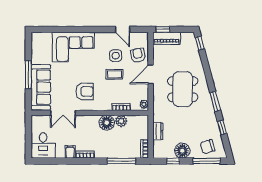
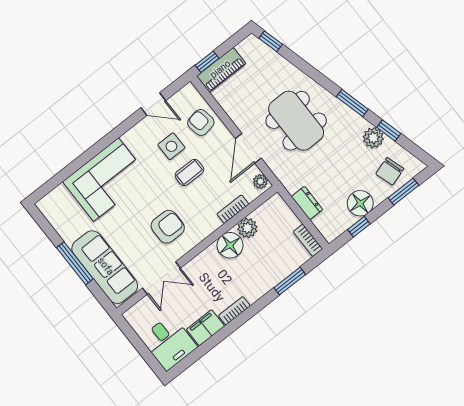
door: (151, 74) -> (248, 148), moved
plant: (212, 125) -> (373, 138), added
filing cabinet: (70, 152) -> (205, 328), width x2.00
window: (121, 161) -> (290, 281), width x0.69
window: (207, 161) -> (403, 192), width x0.69

